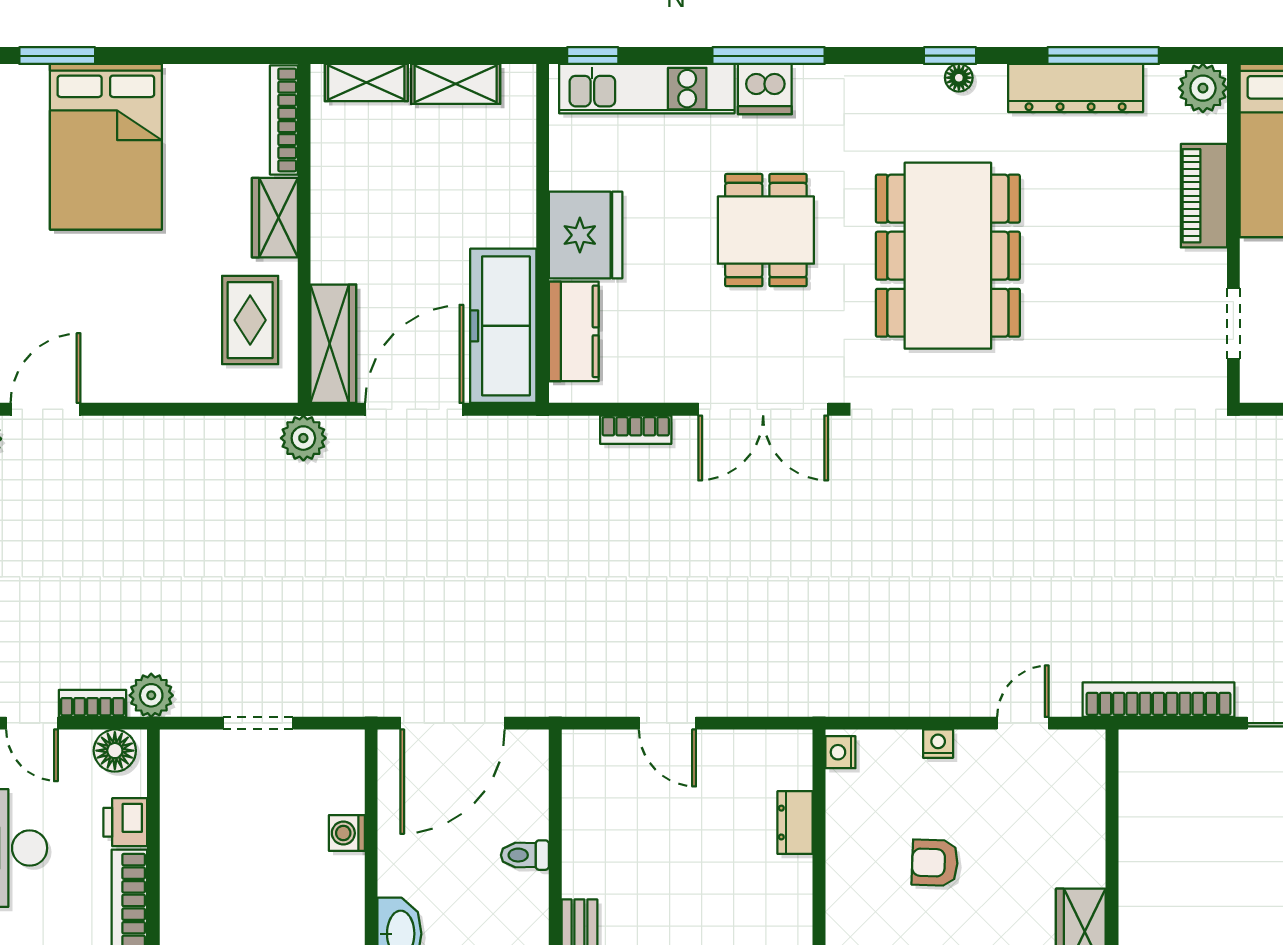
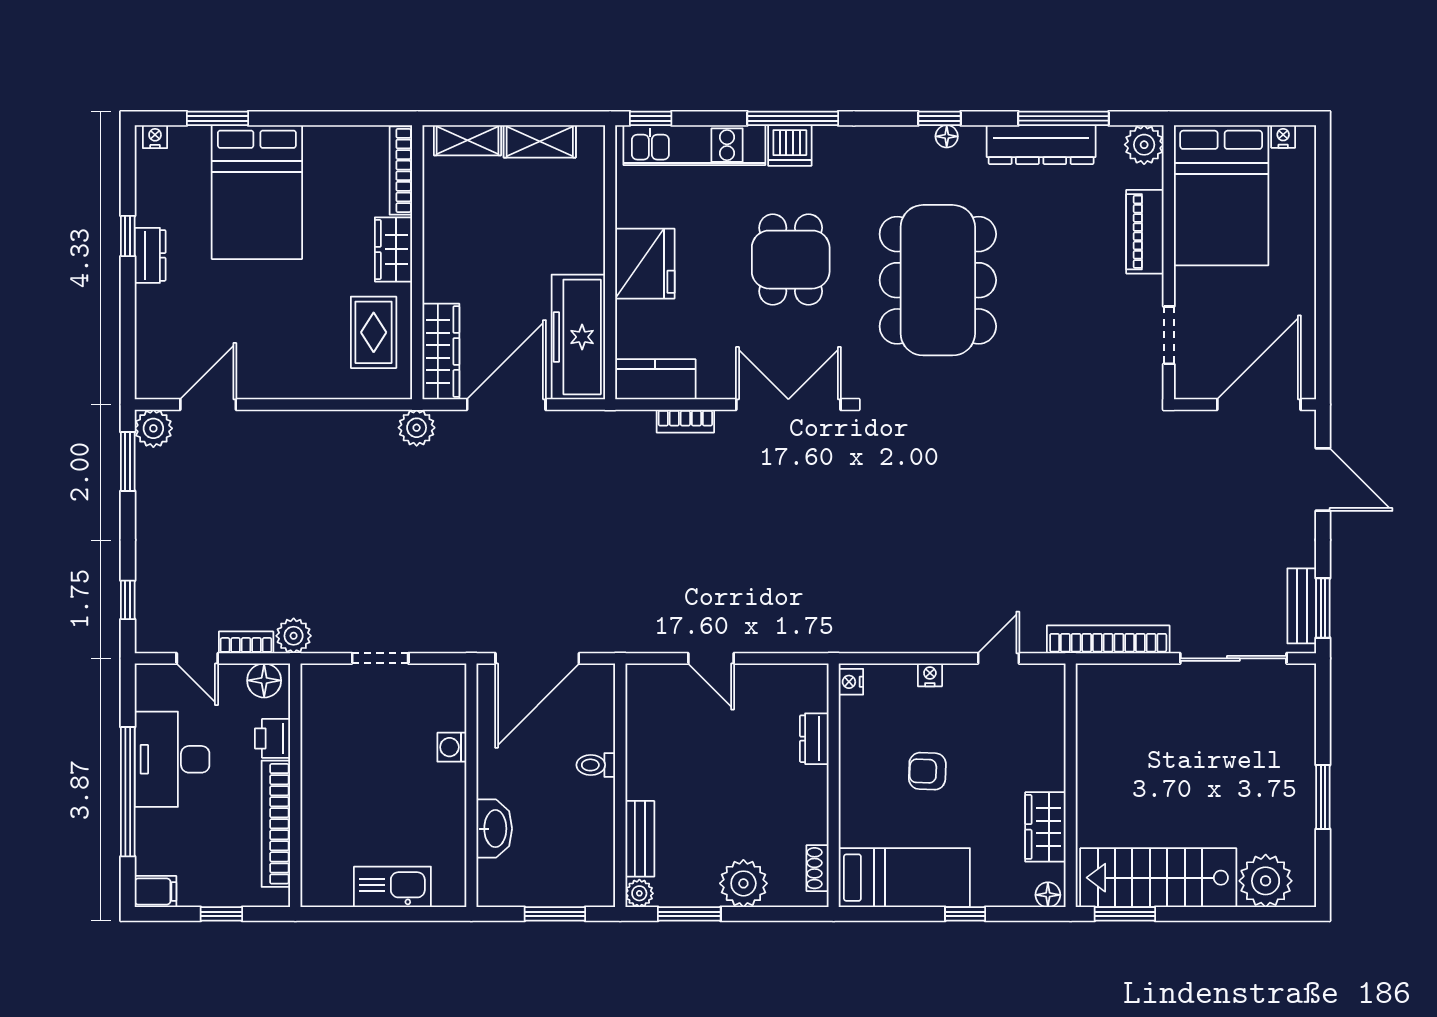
kitchen counter: (574, 331) -> (655, 379), moved, turned -90
double door: (763, 409) -> (788, 404), swing flipped

